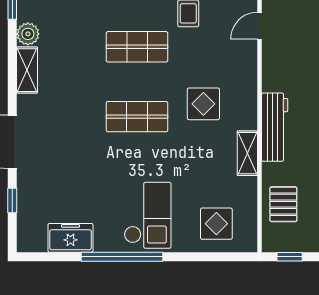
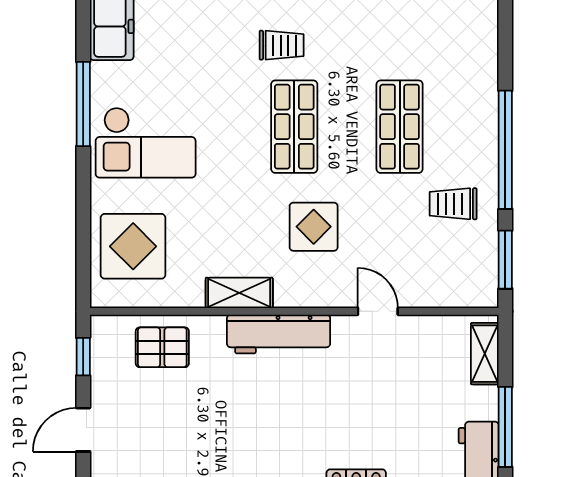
door: (260, 26) -> (378, 311), moved
trolley: (83, 125) -> (282, 45), added
display table: (216, 224) -> (133, 246), width x1.36, depth x1.36
window: (122, 257) -> (83, 104), width x0.68

